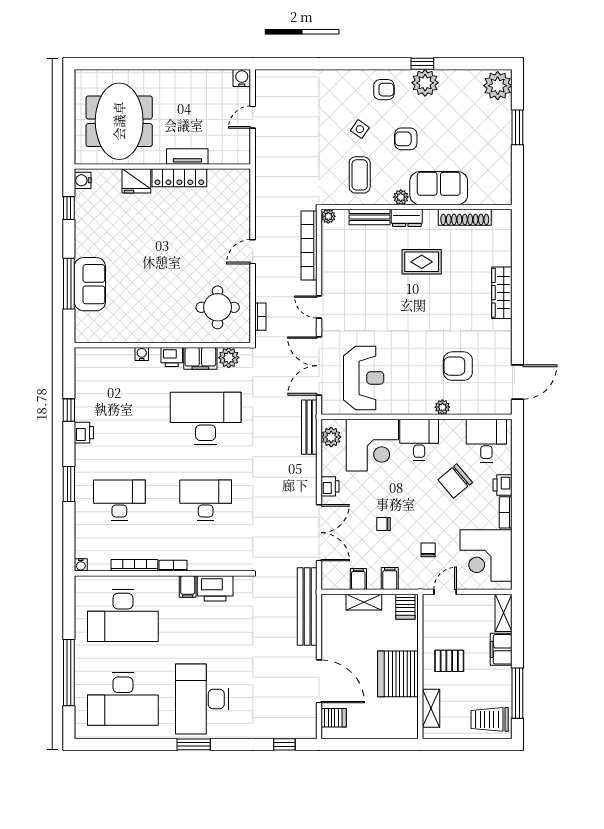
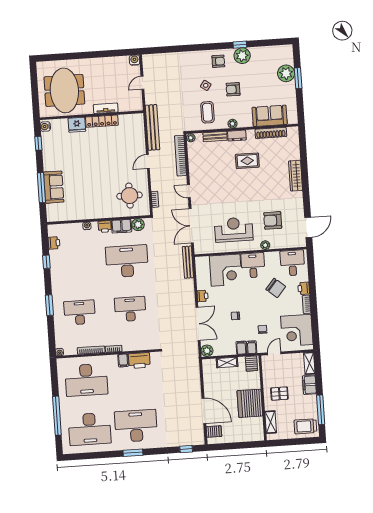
plant: (498, 86) -> (286, 73), moved
sofa: (439, 188) -> (270, 116), moved
reception desk: (364, 378) -> (234, 230), moved, turned -90
printer: (84, 433) -> (54, 243), moved
plant: (331, 437) -> (207, 351), moved
chair: (455, 481) -> (276, 288), turned -100
filing cabinet: (358, 579) -> (252, 347), moved
bench: (307, 607) -> (152, 127), moved
desk: (202, 699) -> (136, 426), turned 90

